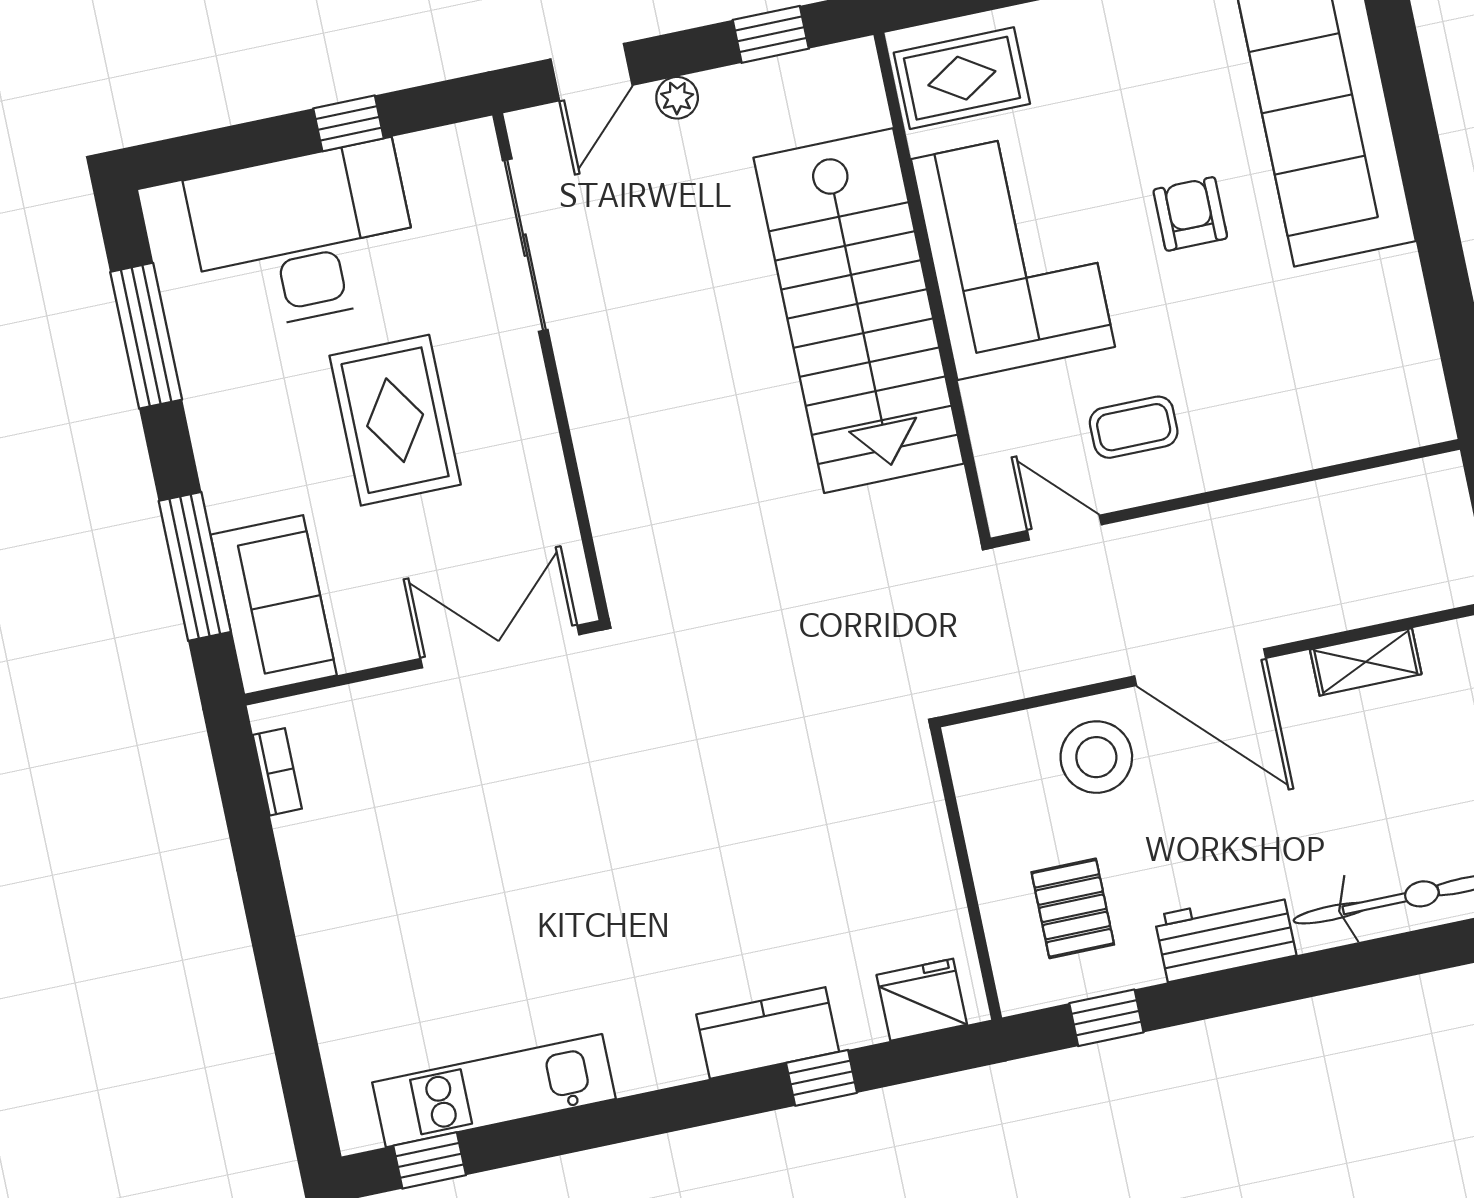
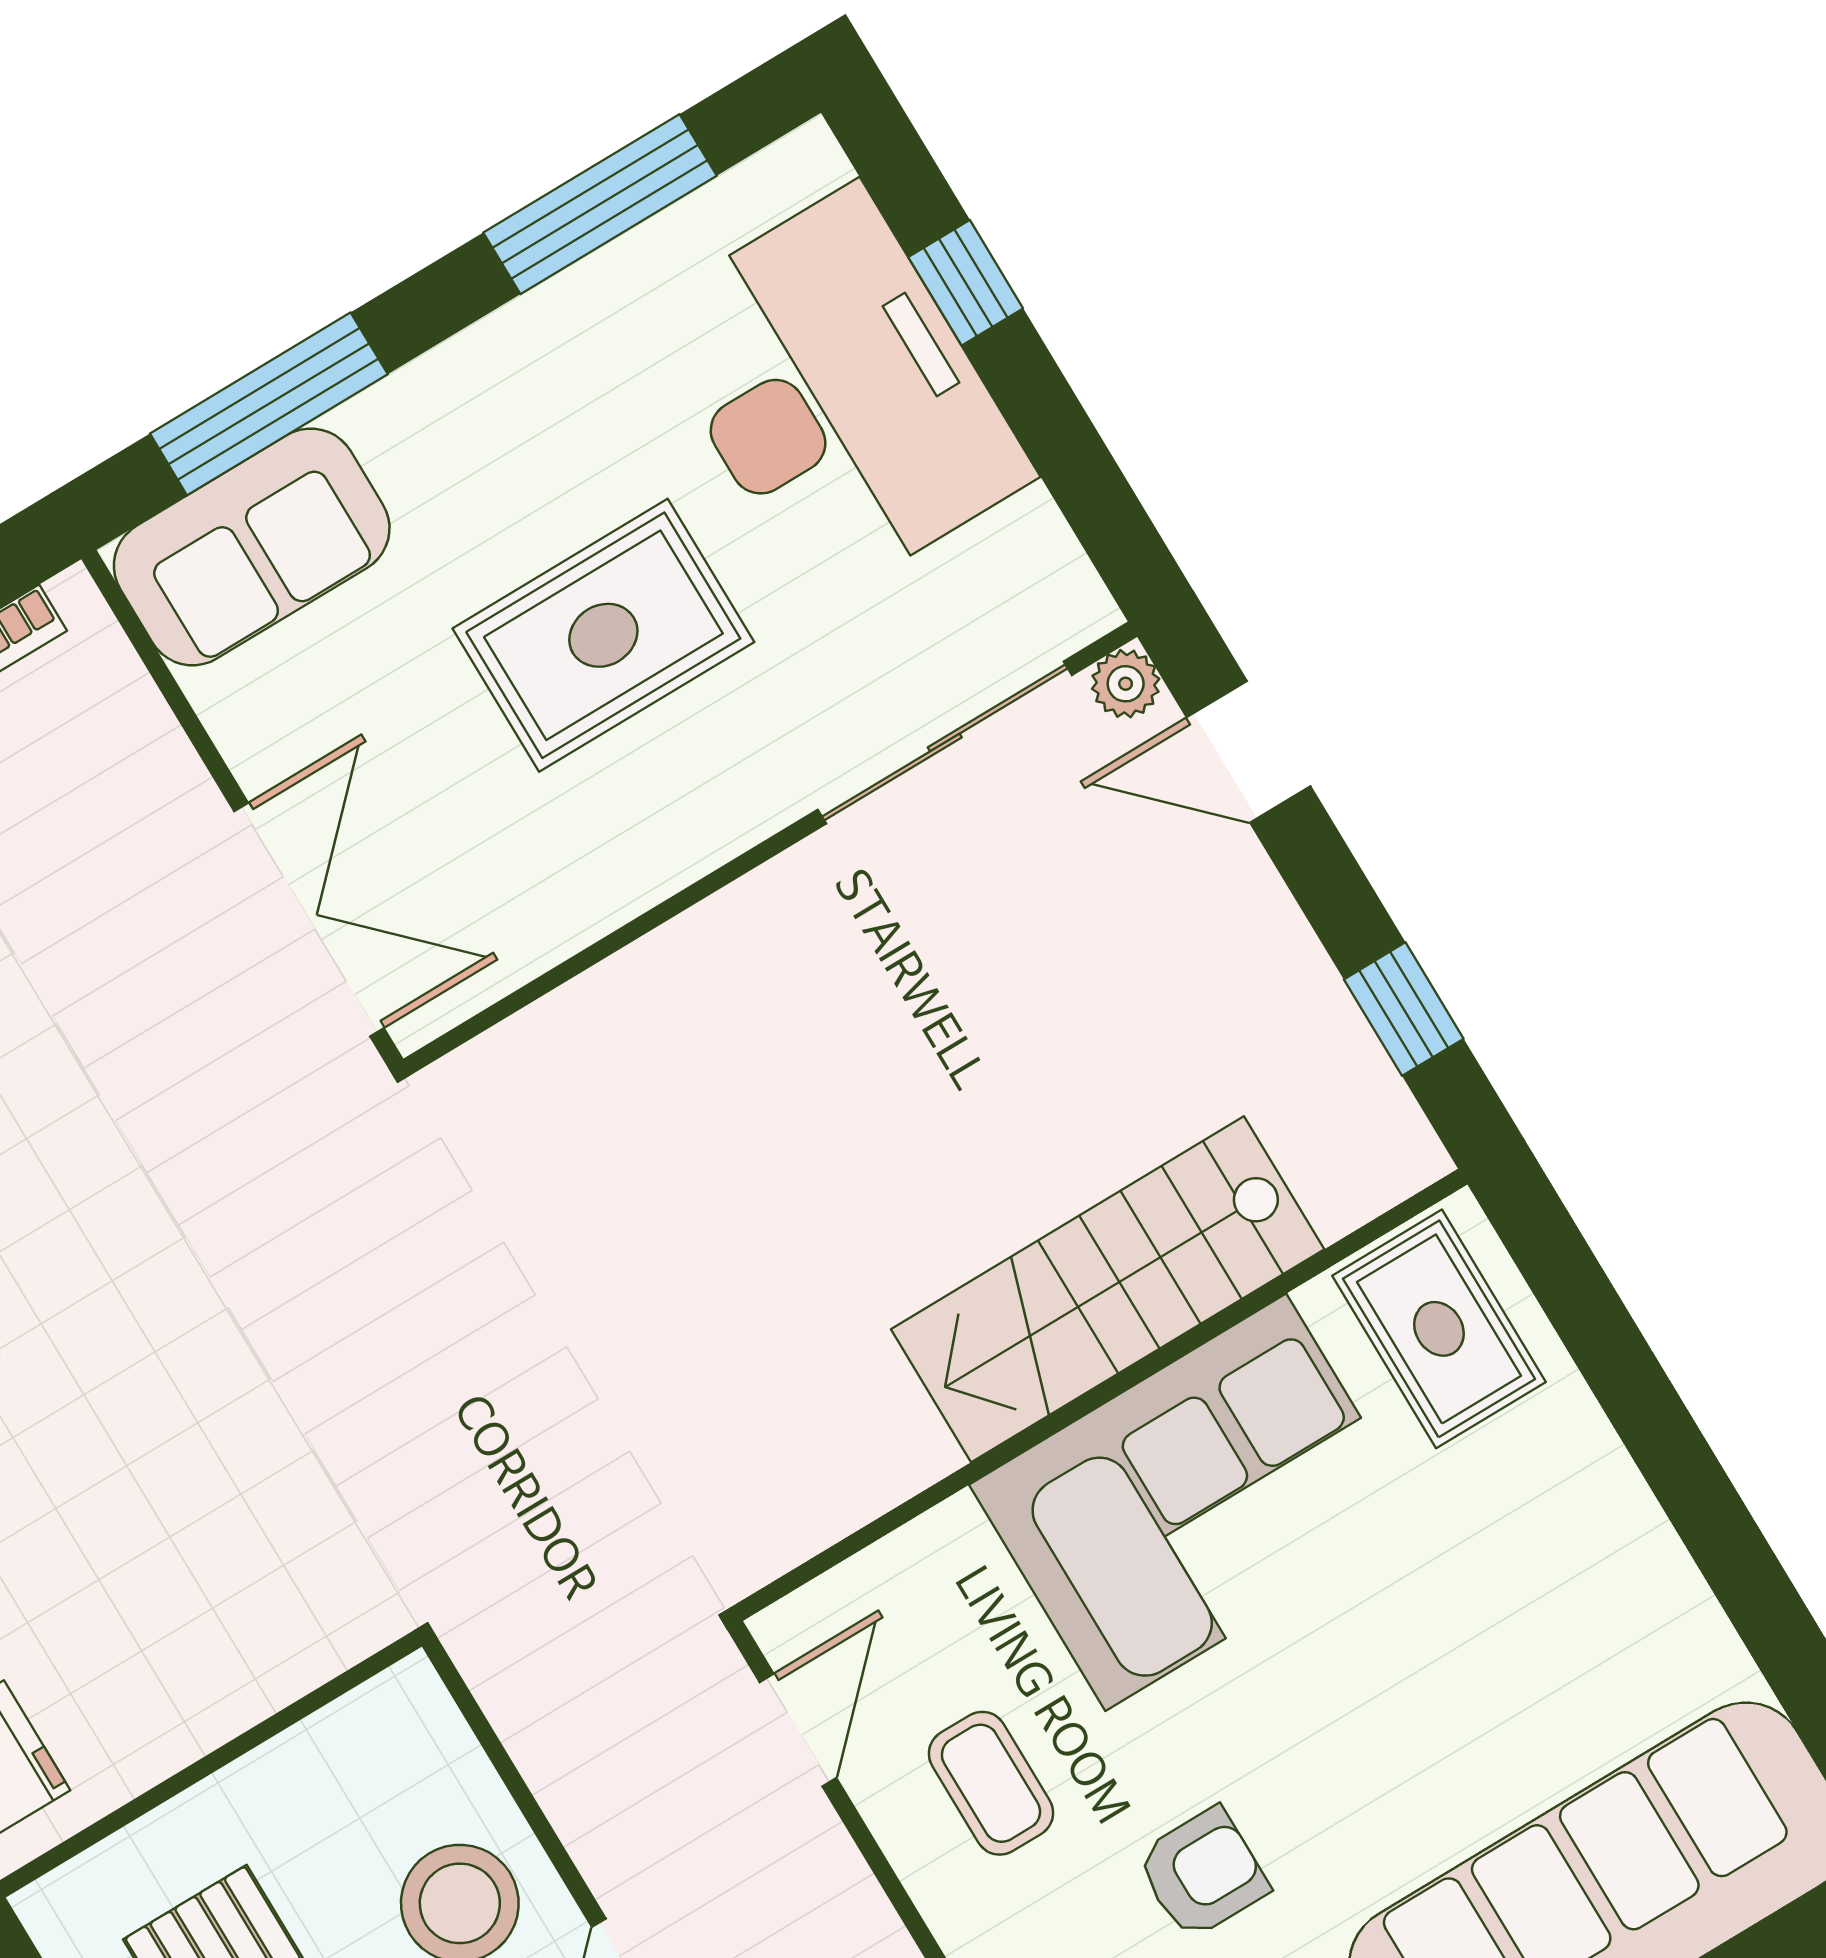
plant: (677, 98) -> (1126, 684), moved
window: (349, 123) -> (966, 283), moved
armchair: (1190, 214) -> (1202, 1873), moved
stairs: (859, 311) -> (1108, 1289), width x0.73, depth x0.66

